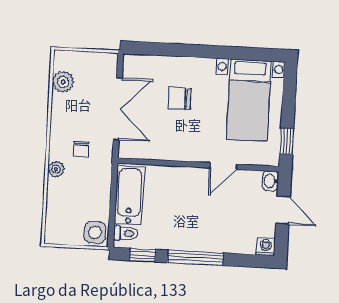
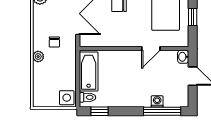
window: (287, 141) -> (193, 17), moved
washing machine: (266, 247) -> (157, 101), moved
window: (195, 258) -> (162, 111), moved

